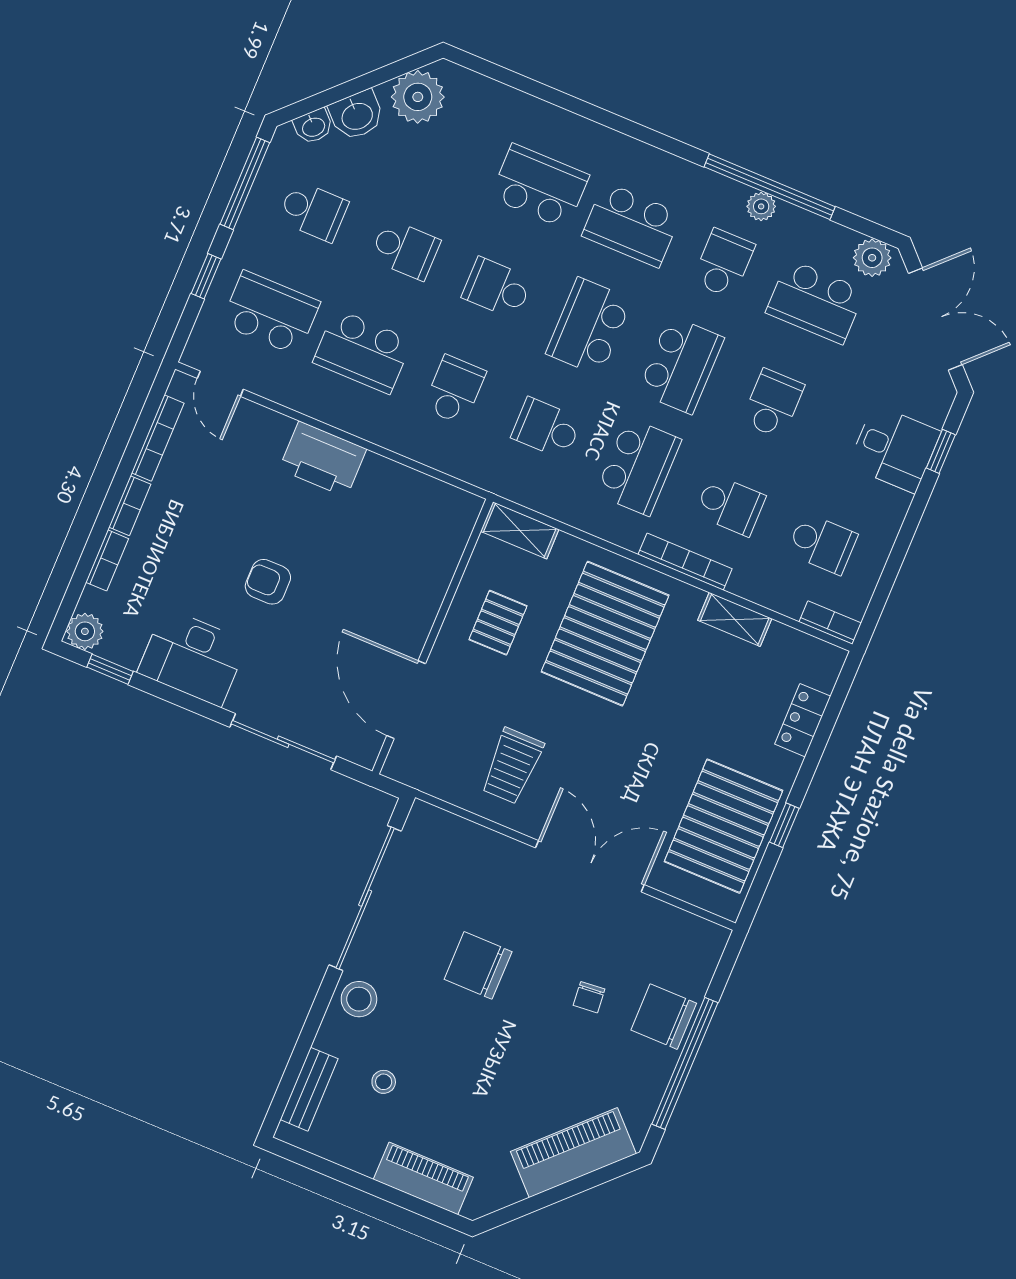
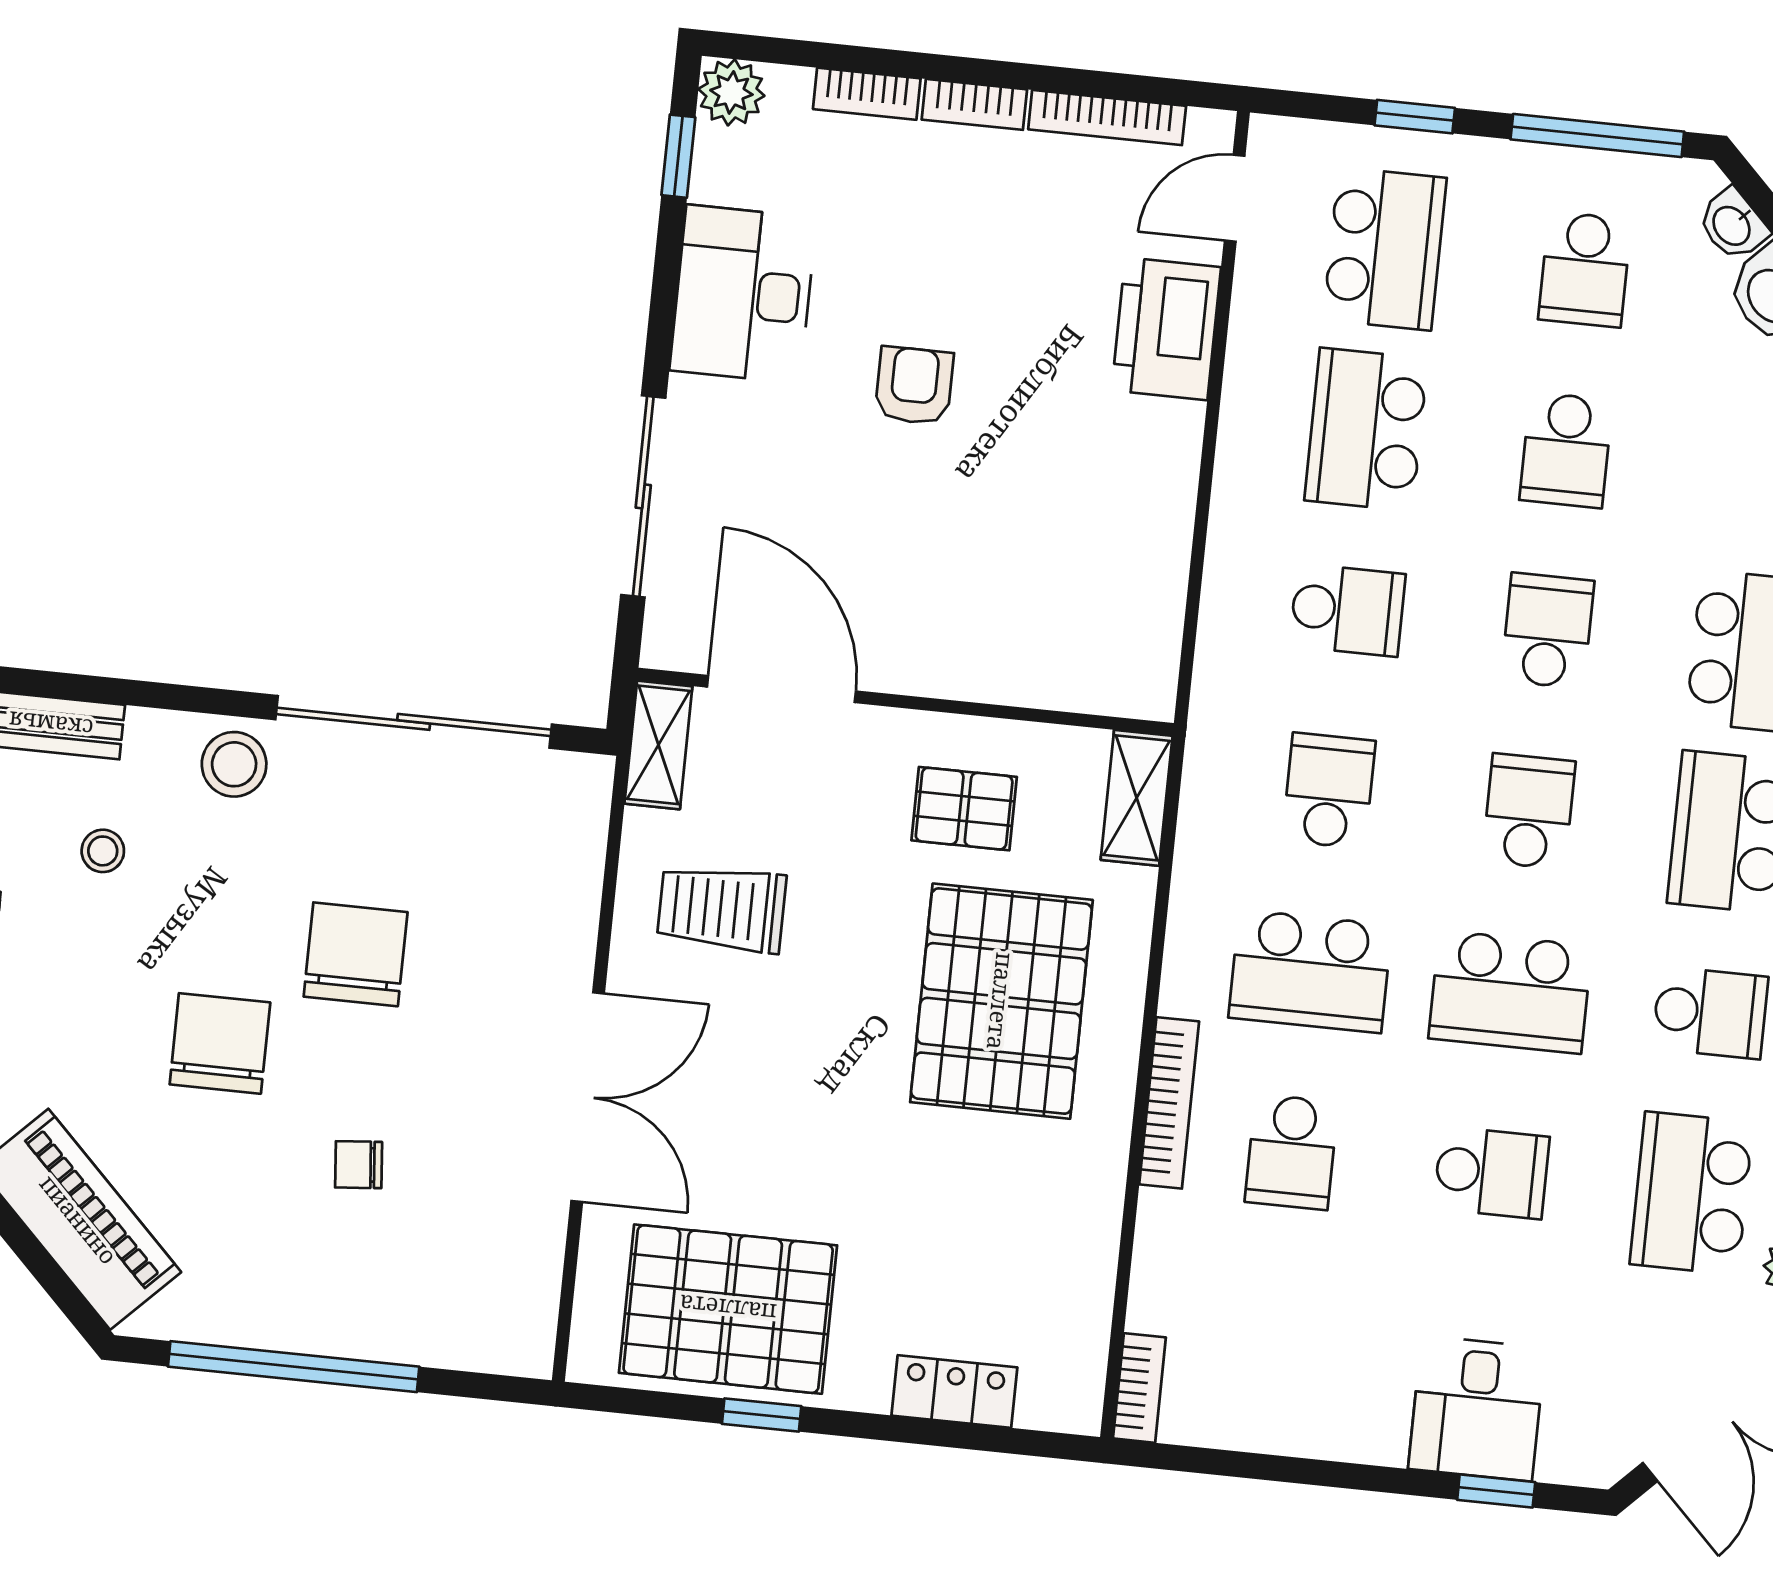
school desk: (589, 327) -> (1529, 811), width x0.54
printer: (323, 459) -> (1166, 329), moved
school desk: (822, 544) -> (1273, 1333), removed
shelving: (735, 619) -> (658, 745), moved
pallet: (605, 634) -> (1001, 1001), turned 90
door: (406, 700) -> (781, 689), hinge flipped
chair: (664, 1017) -> (220, 1043), moved

